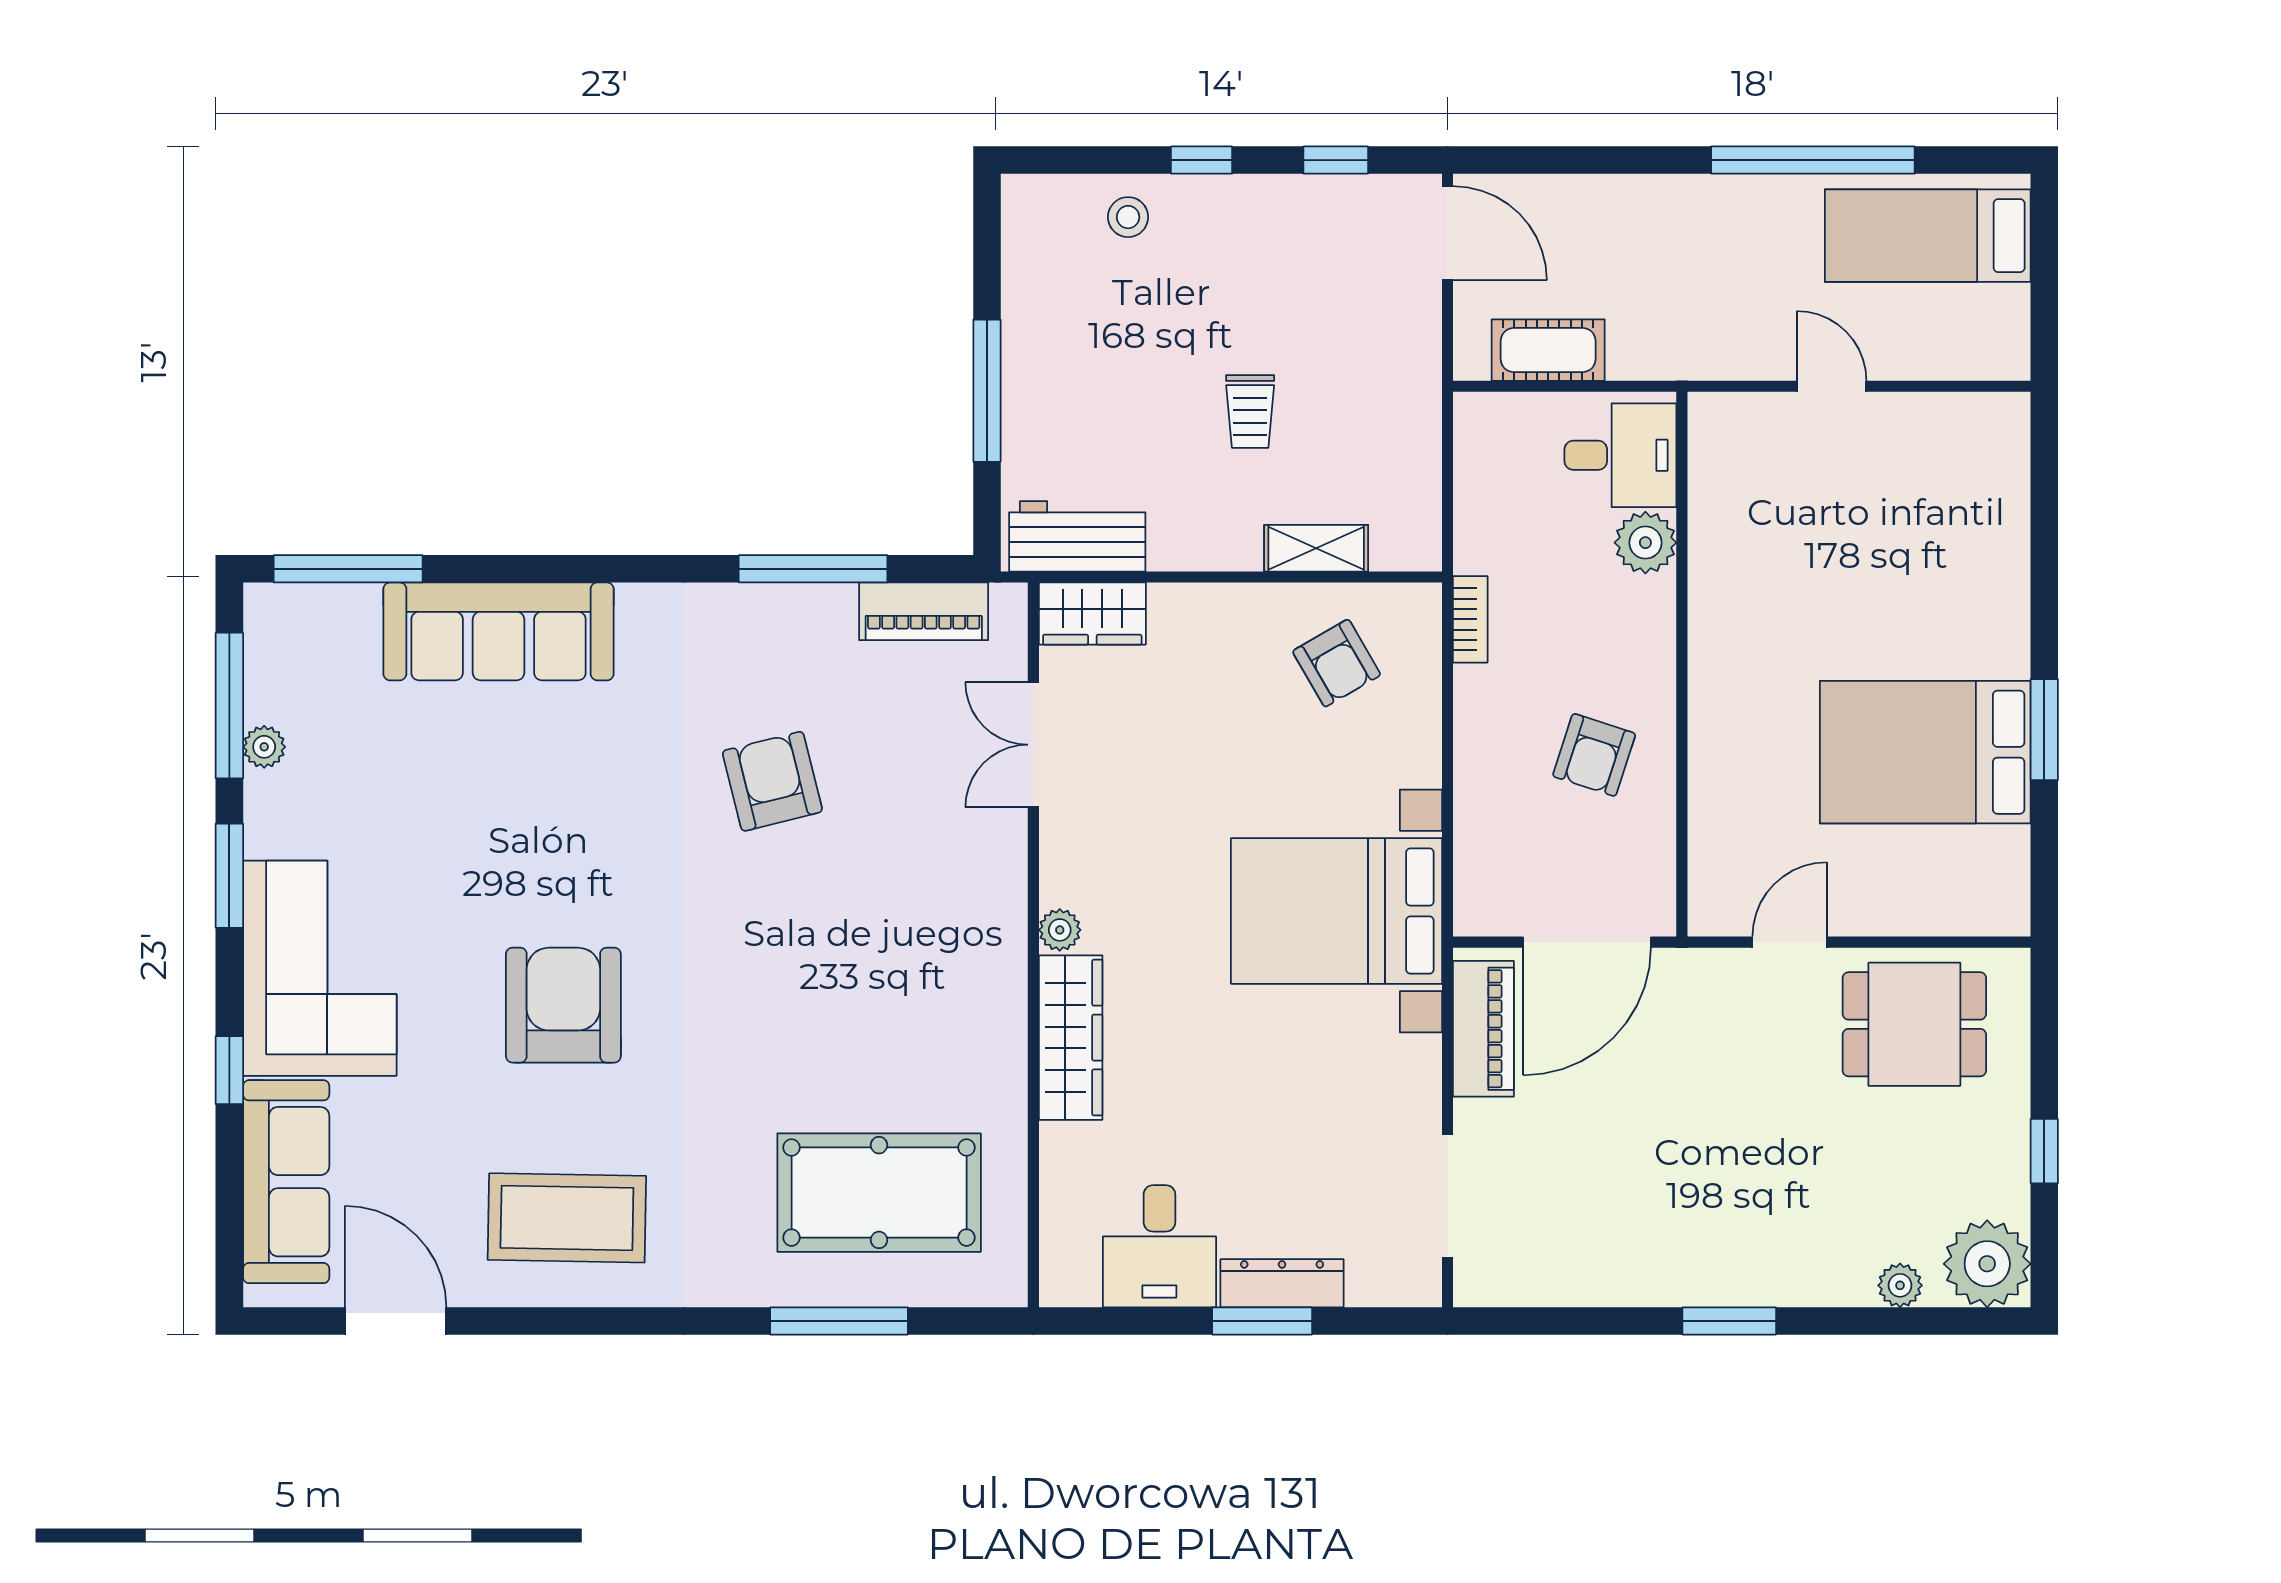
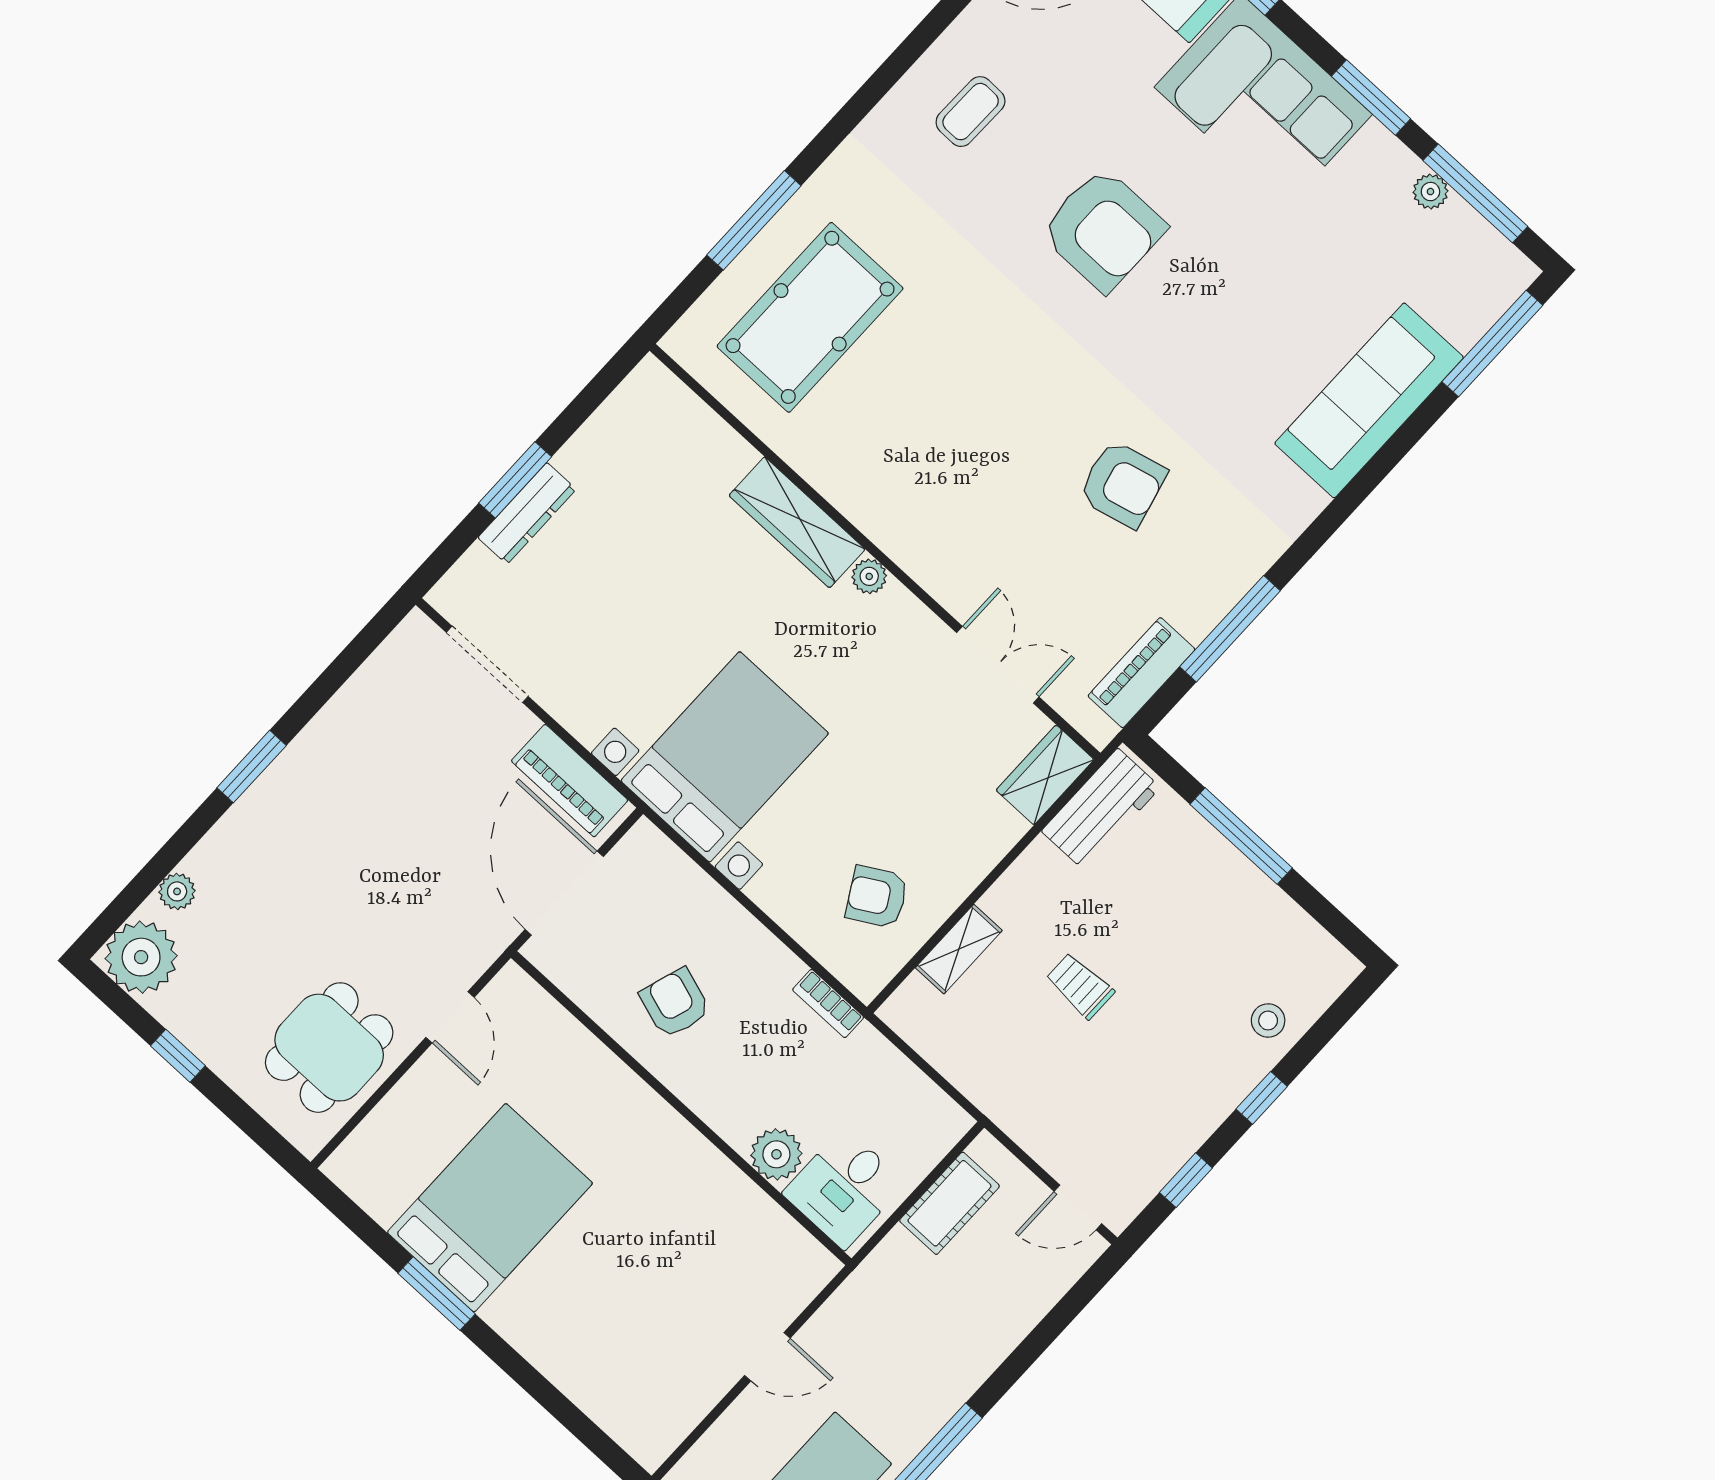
door: (1448, 233) -> (1078, 1208), width x0.73
coffee table: (567, 1218) -> (971, 112), width x0.54, depth x0.58
desk: (1159, 1246) -> (619, 459), removed

